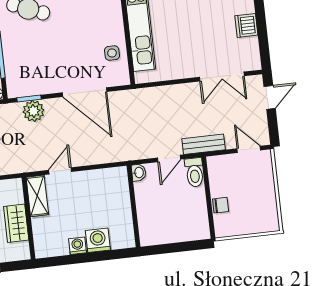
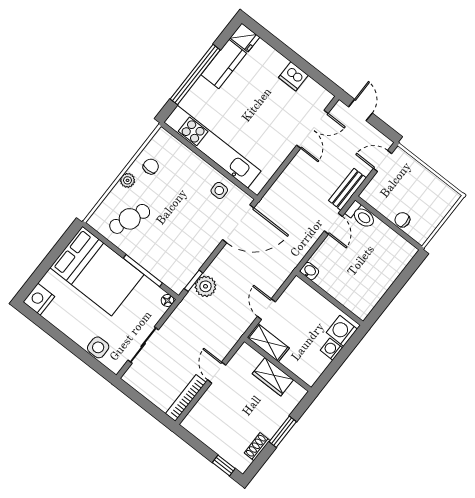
door: (85, 92) -> (238, 224), moved
washbasin: (139, 173) -> (310, 271), moved
chair: (221, 205) -> (402, 220), turned -90
wall: (133, 206) -> (330, 298), moved

